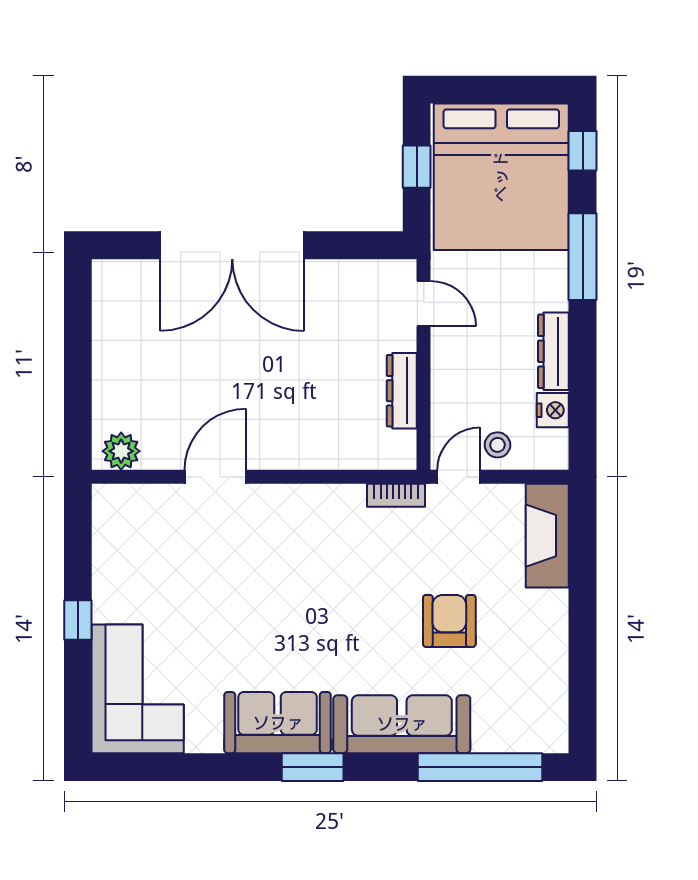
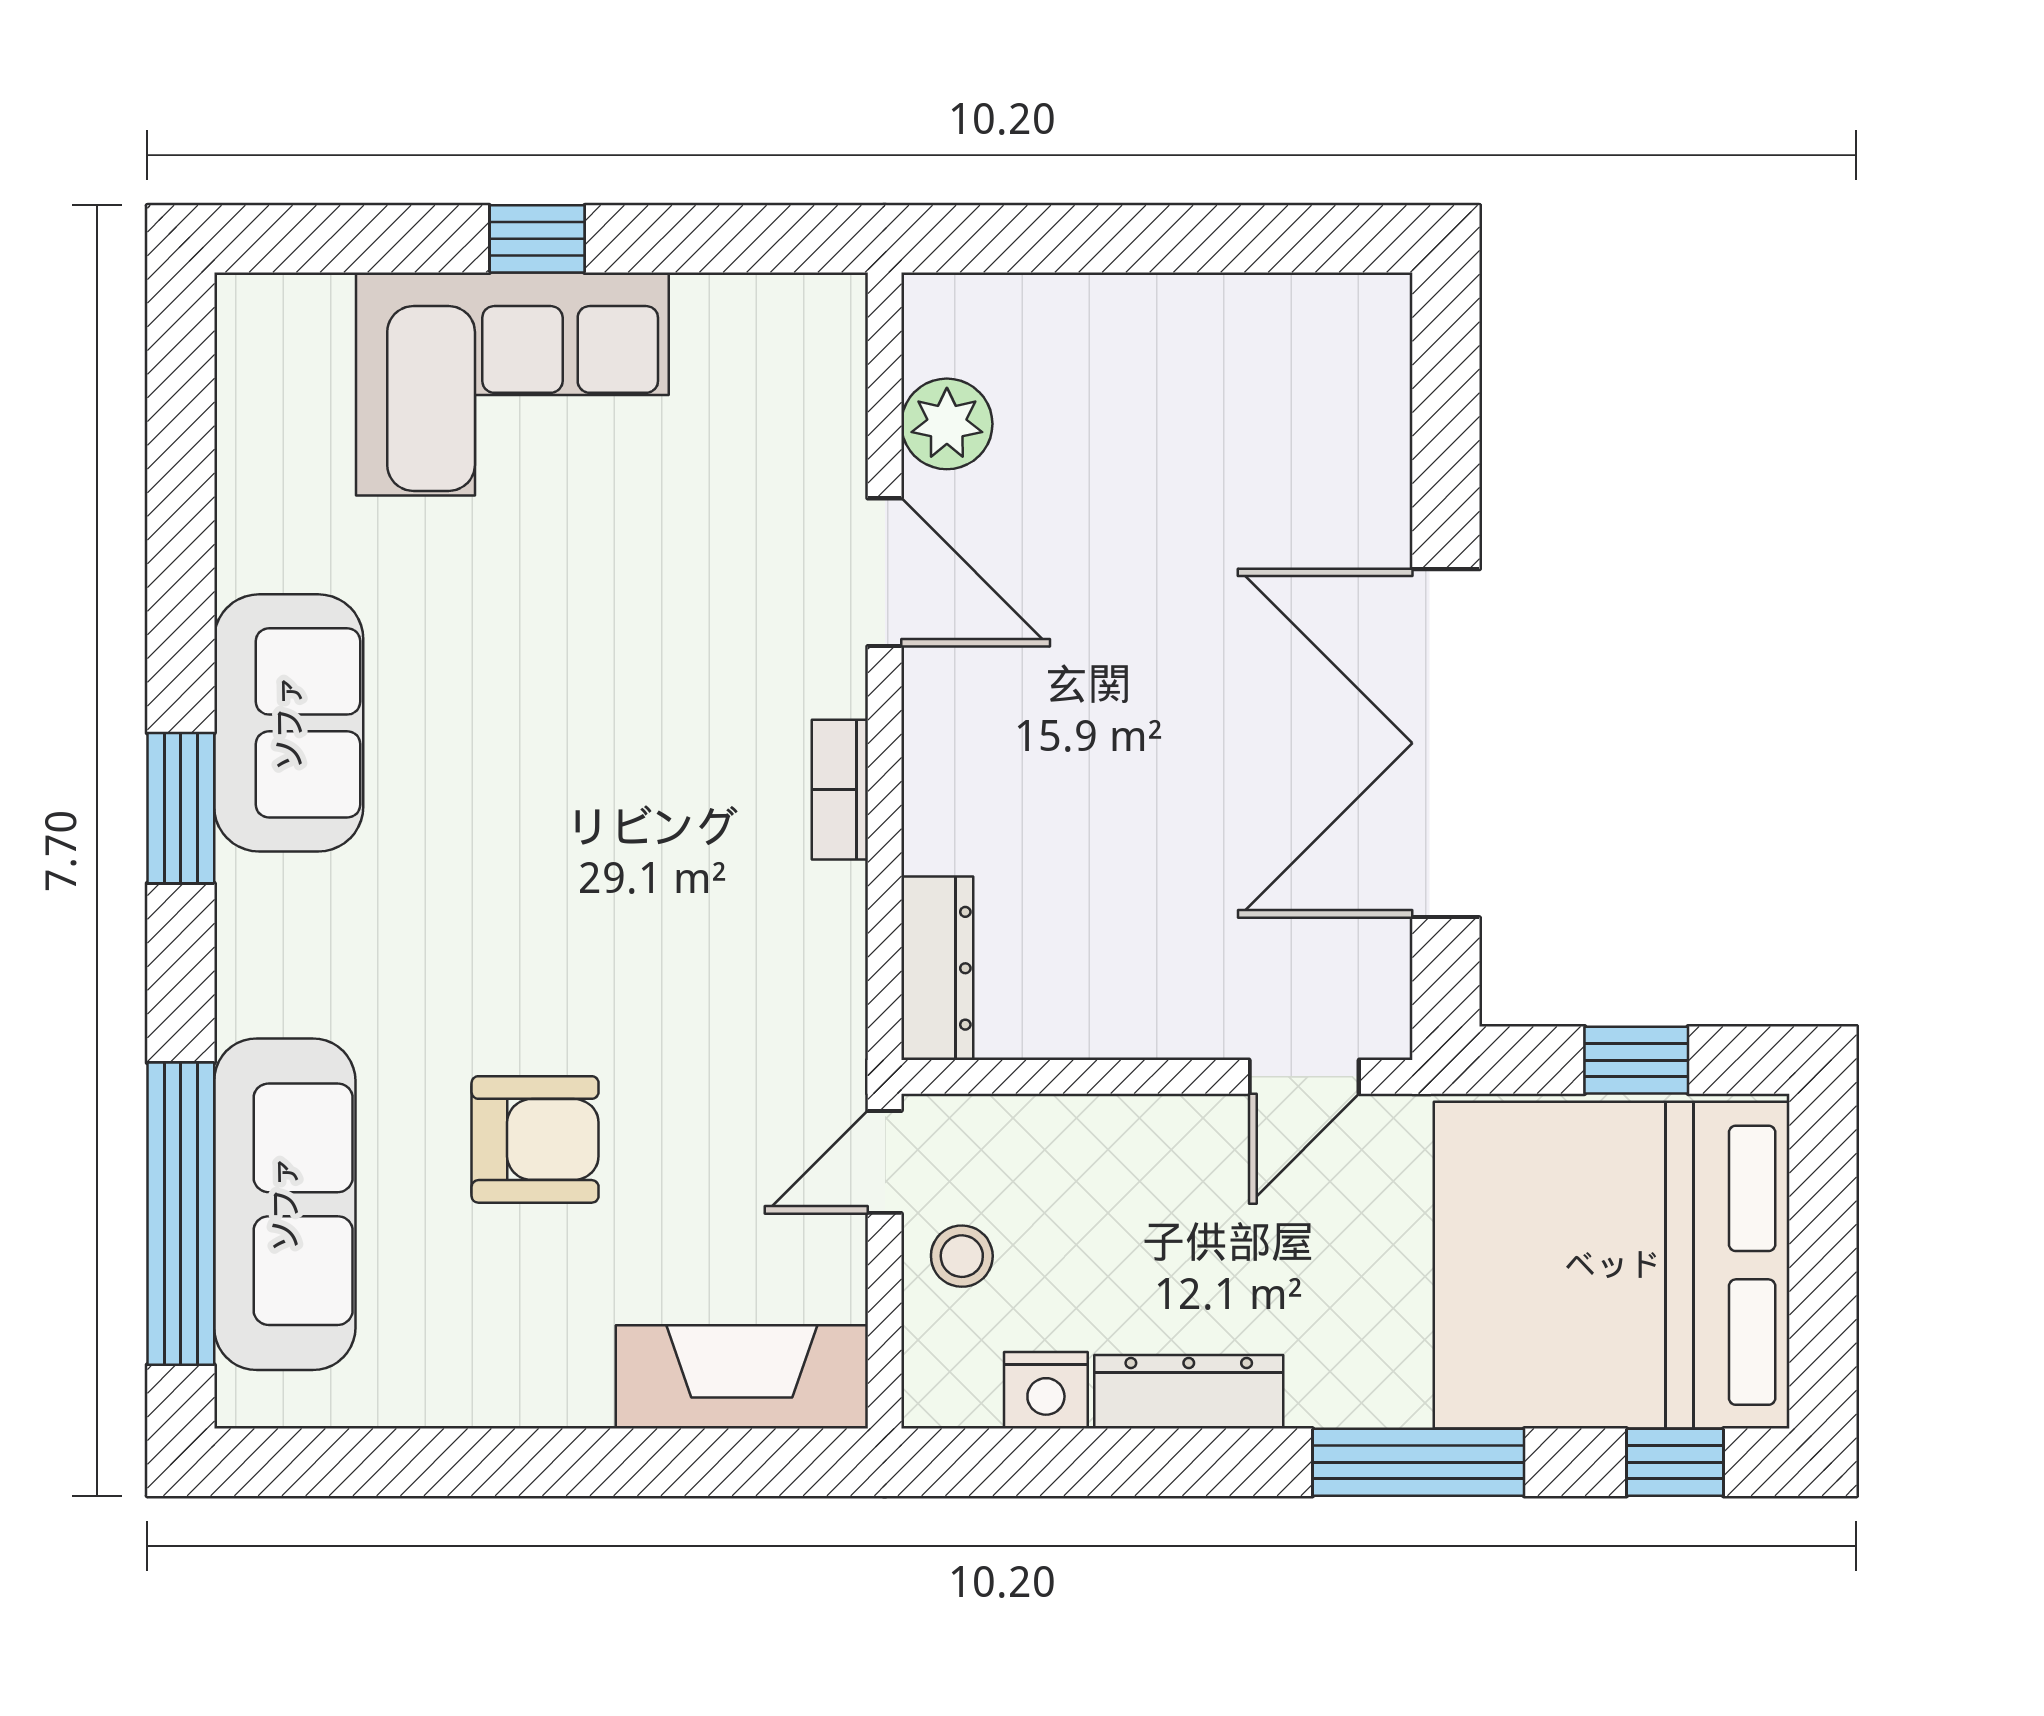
double door: (232, 245) -> (1446, 743), moved
dresser: (402, 391) -> (937, 968), moved, turned 90
plant: (121, 451) -> (947, 424), moved
door: (459, 477) -> (885, 1162), swing flipped
bookcase: (396, 495) -> (840, 790), moved
corner sofa: (138, 689) -> (512, 384), moved
sofa: (402, 724) -> (285, 1204), moved

